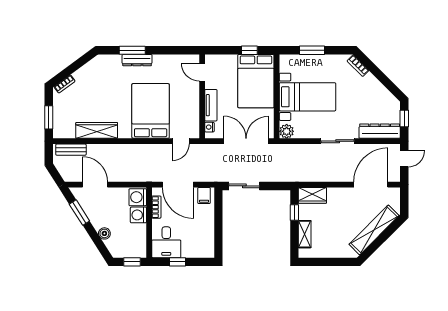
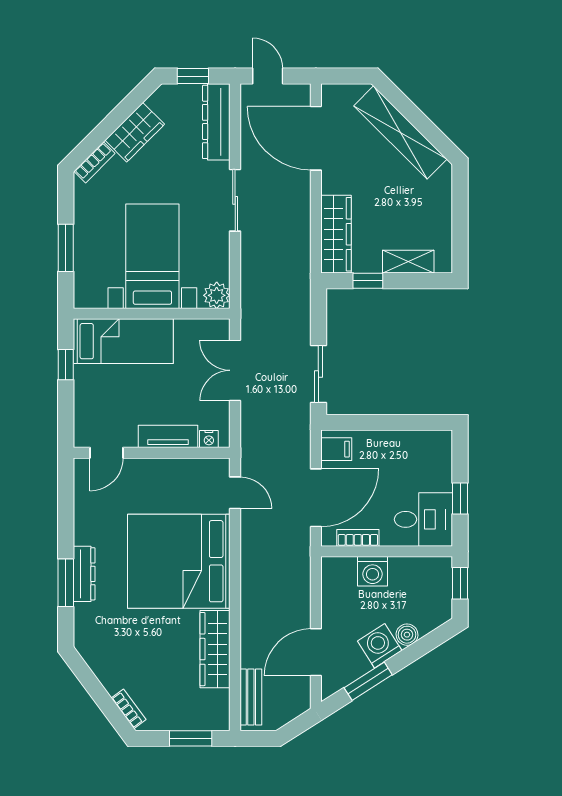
bed: (256, 81) -> (123, 341), width x0.67
wardrobe: (374, 87) -> (135, 132), added
bed: (151, 111) -> (179, 561), width x1.36
double door: (246, 141) -> (235, 370), width x0.73
wardrobe: (312, 195) -> (336, 234), width x1.50
washing machine: (138, 197) -> (380, 646), moved, turned 147

